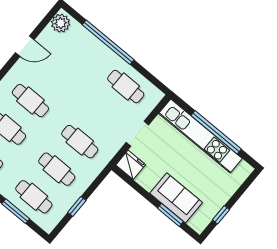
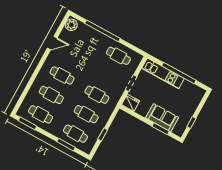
kitchen unit: (200, 136) -> (163, 73), width x0.73

